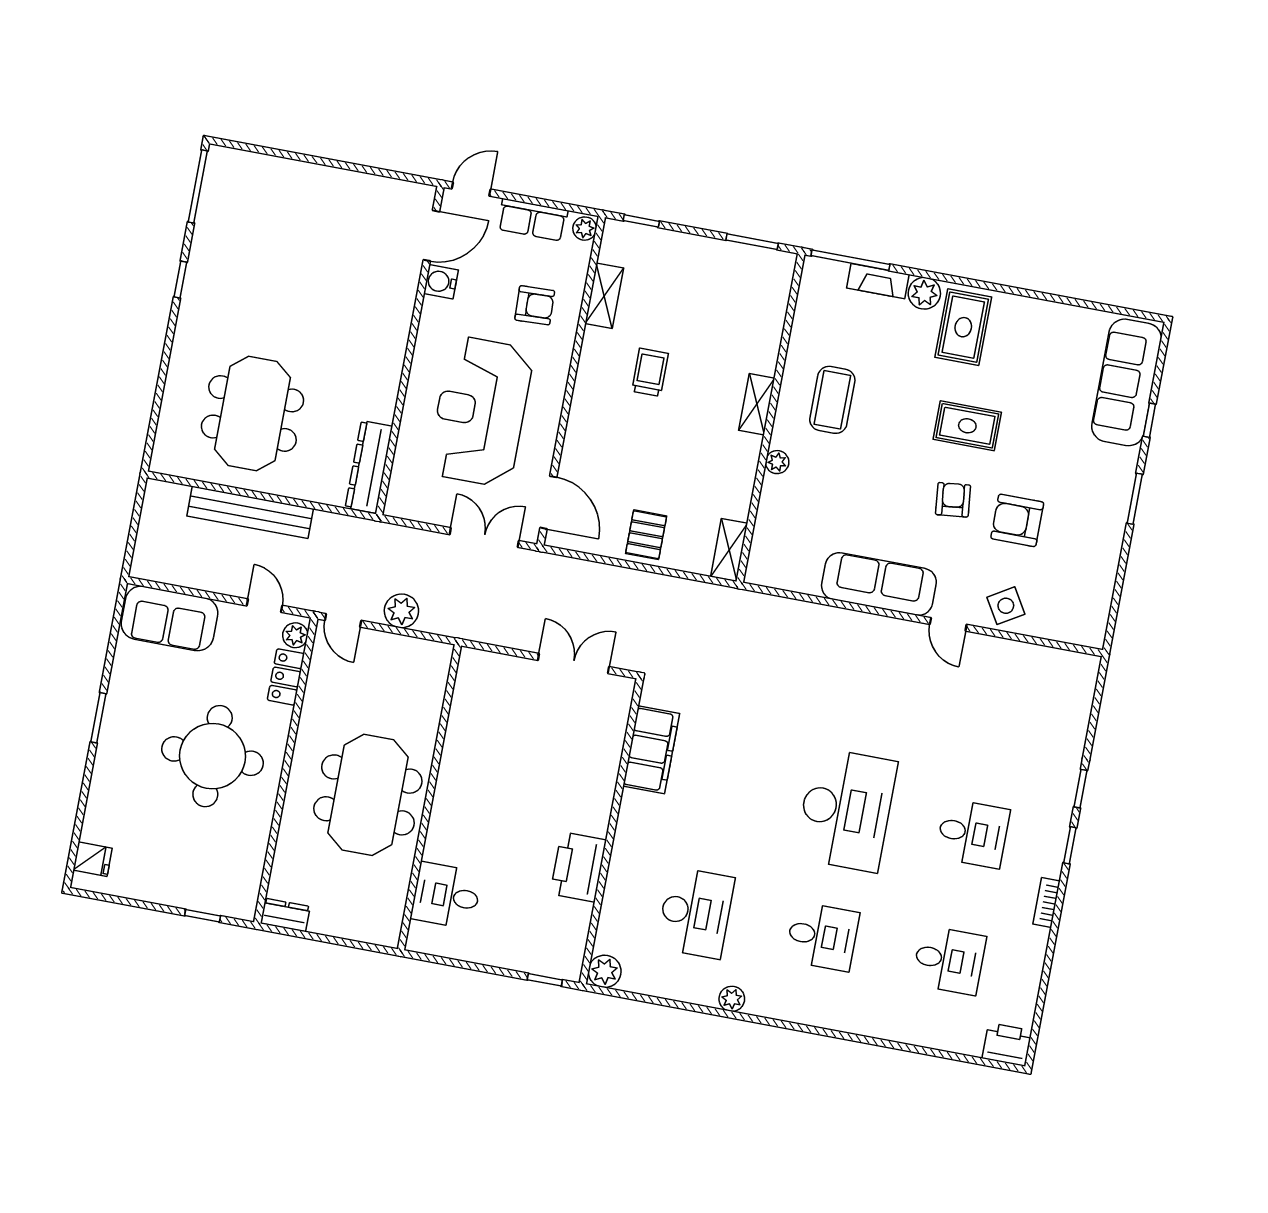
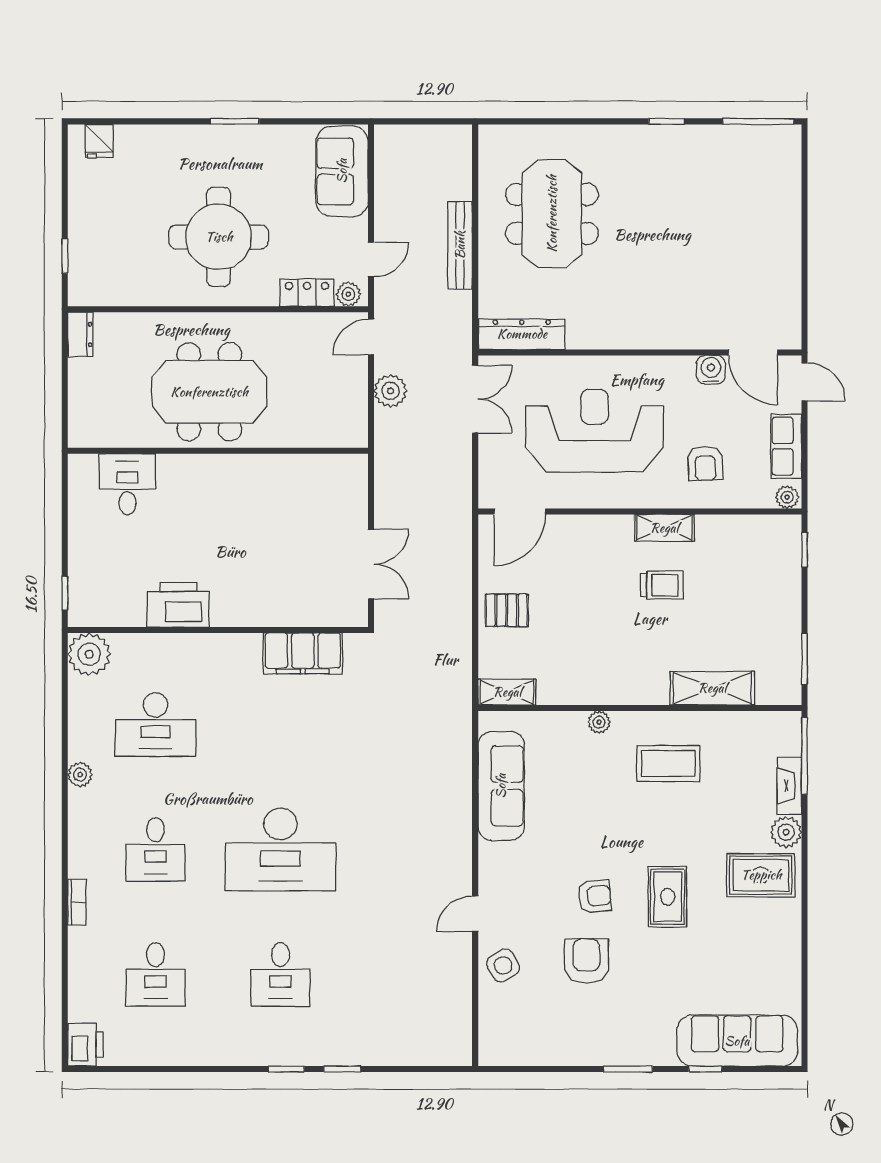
shelving: (604, 296) -> (664, 528), moved
shelving: (757, 404) -> (712, 688), moved, width x1.50, depth x1.33
meeting table: (252, 413) -> (552, 214), turned 90
bench: (250, 512) -> (460, 245), width x0.73, depth x0.82
double door: (484, 538) -> (475, 399), moved
sofa: (879, 584) -> (501, 786), moved
bookcase: (1046, 903) -> (77, 902), moved, turned 90
plant: (605, 971) -> (89, 654), width x1.36, depth x1.36

